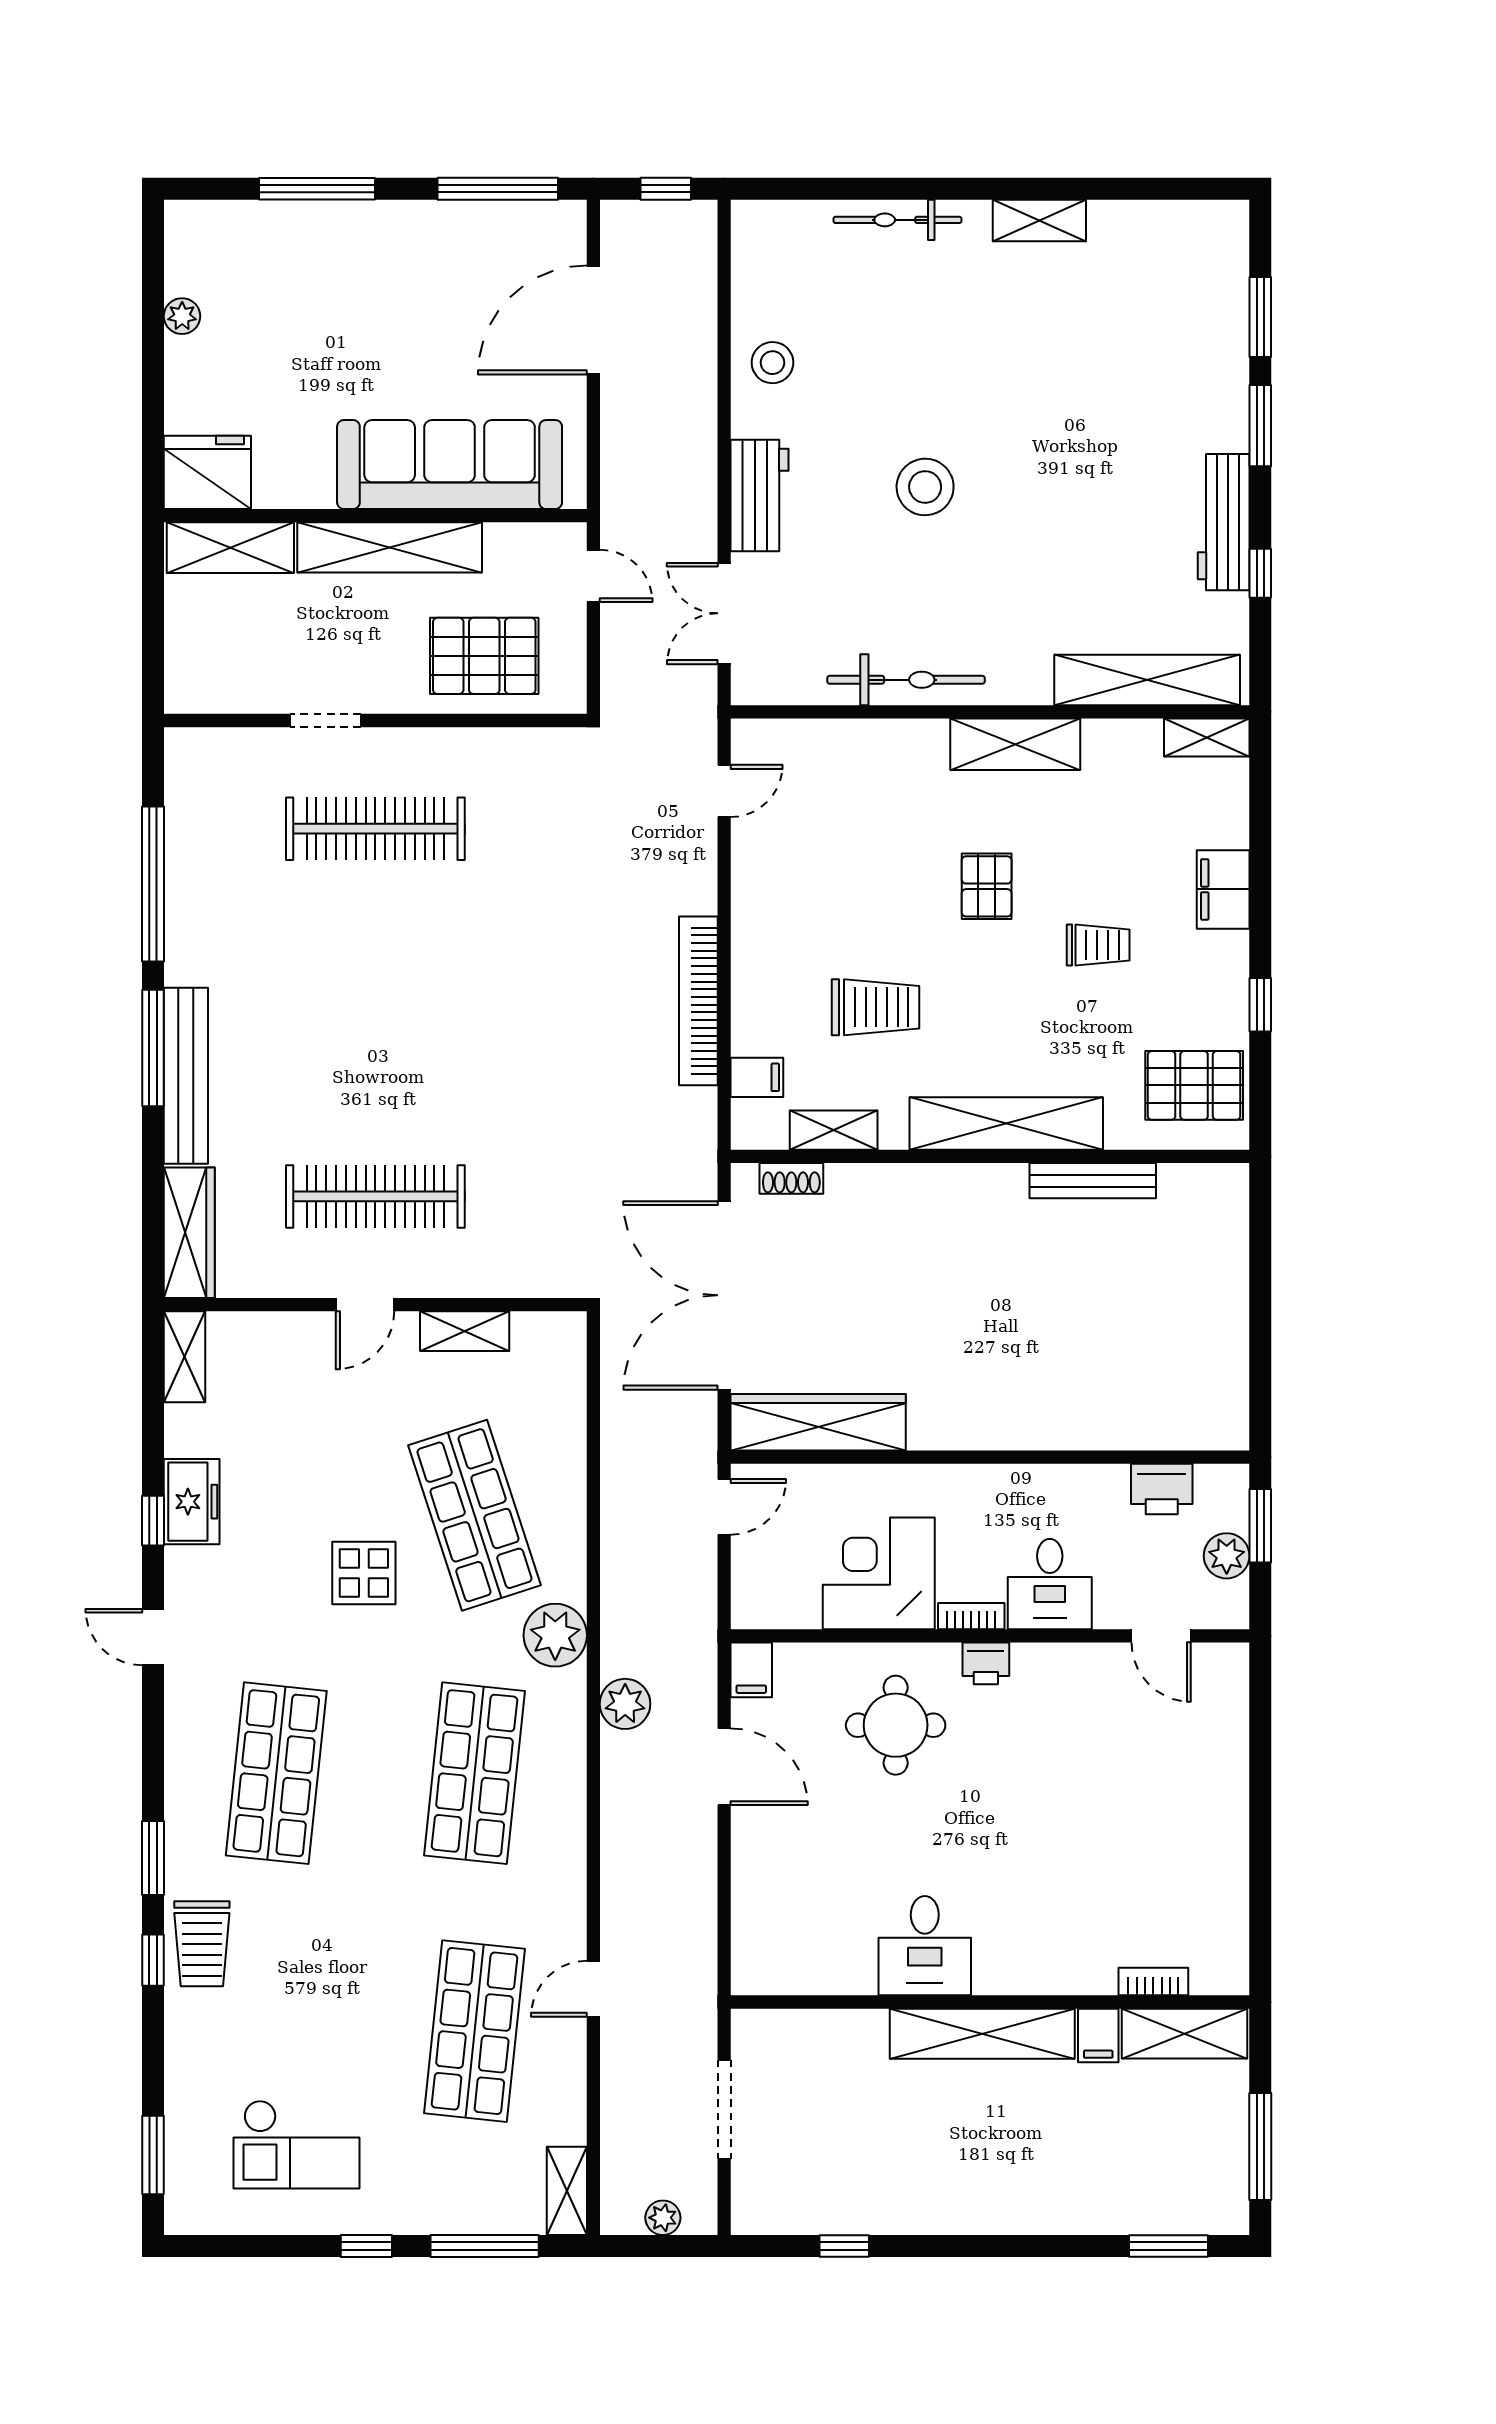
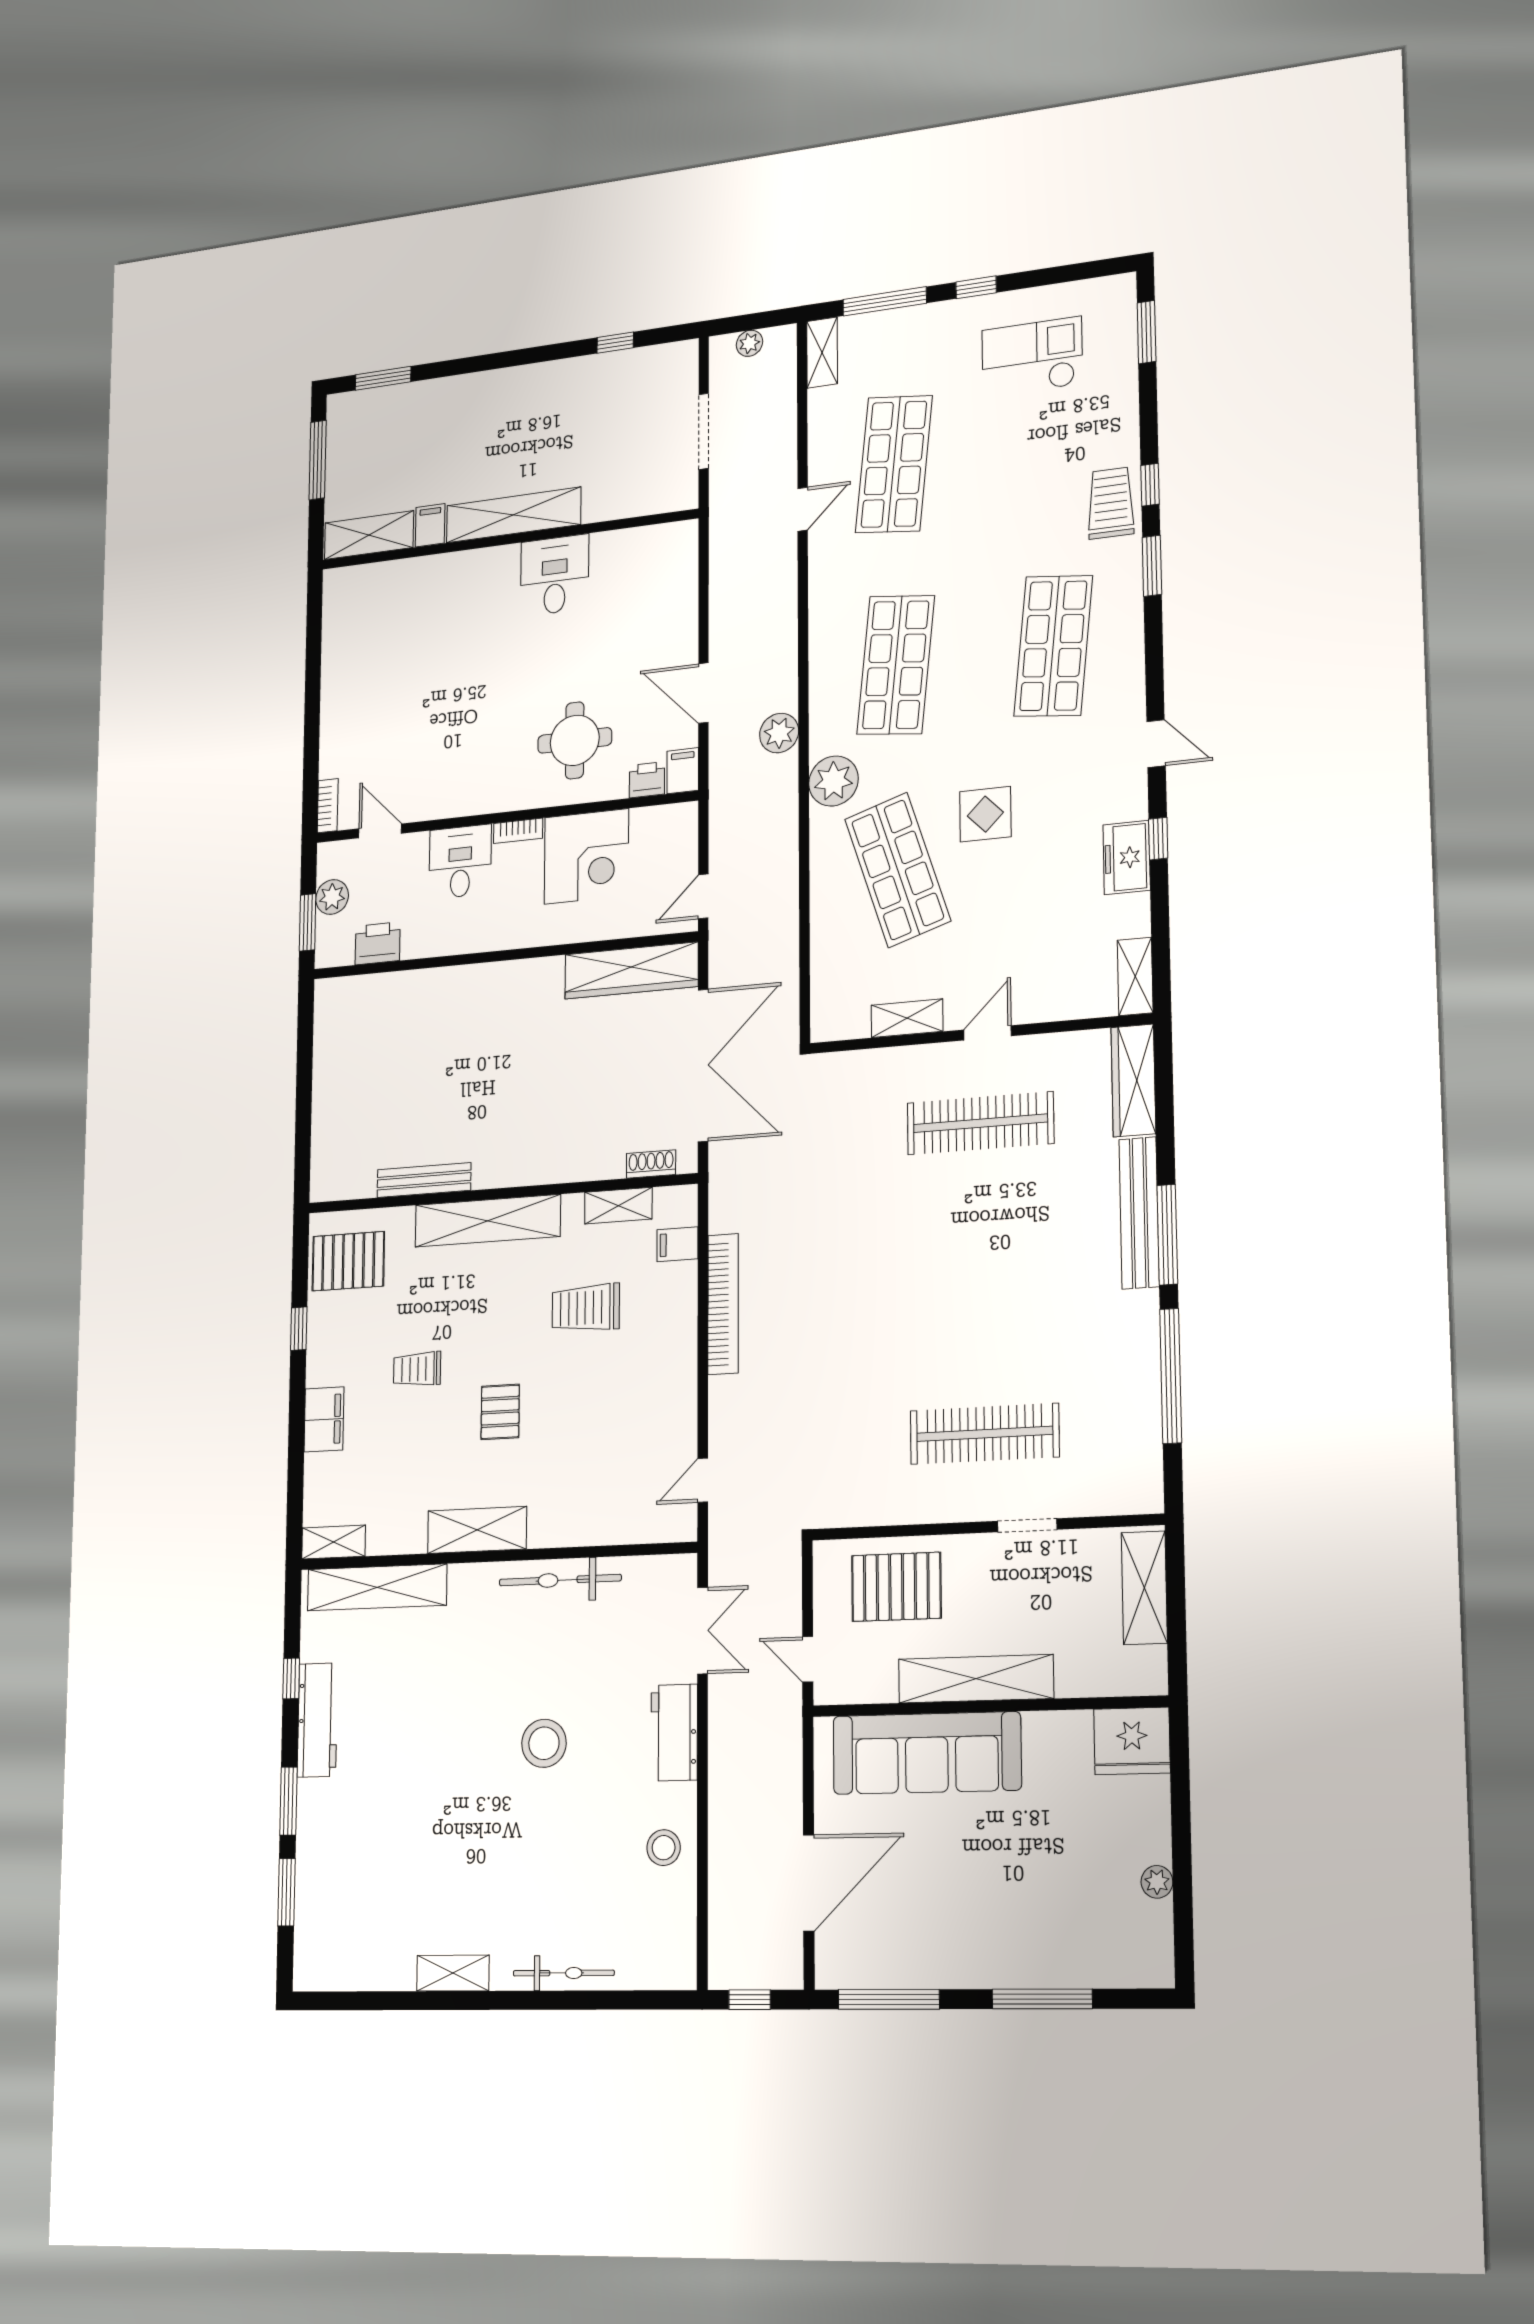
shelving: (230, 548) -> (1144, 1588), moved, turned 90
printer: (986, 1663) -> (647, 780), moved
bookcase: (1153, 1982) -> (328, 806), moved, turned -90

